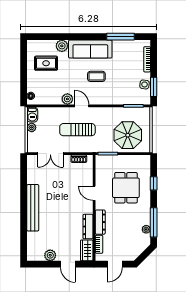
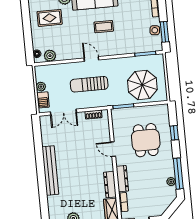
plant: (67, 99) -> (50, 56), moved
barbecue: (32, 115) -> (43, 100), moved

